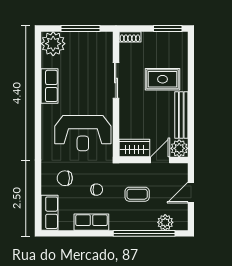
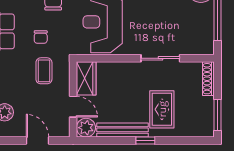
shoe rack: (130, 37) -> (208, 79), width x1.43
window: (191, 94) -> (145, 141), added
coffee table: (137, 194) -> (44, 71), moved

